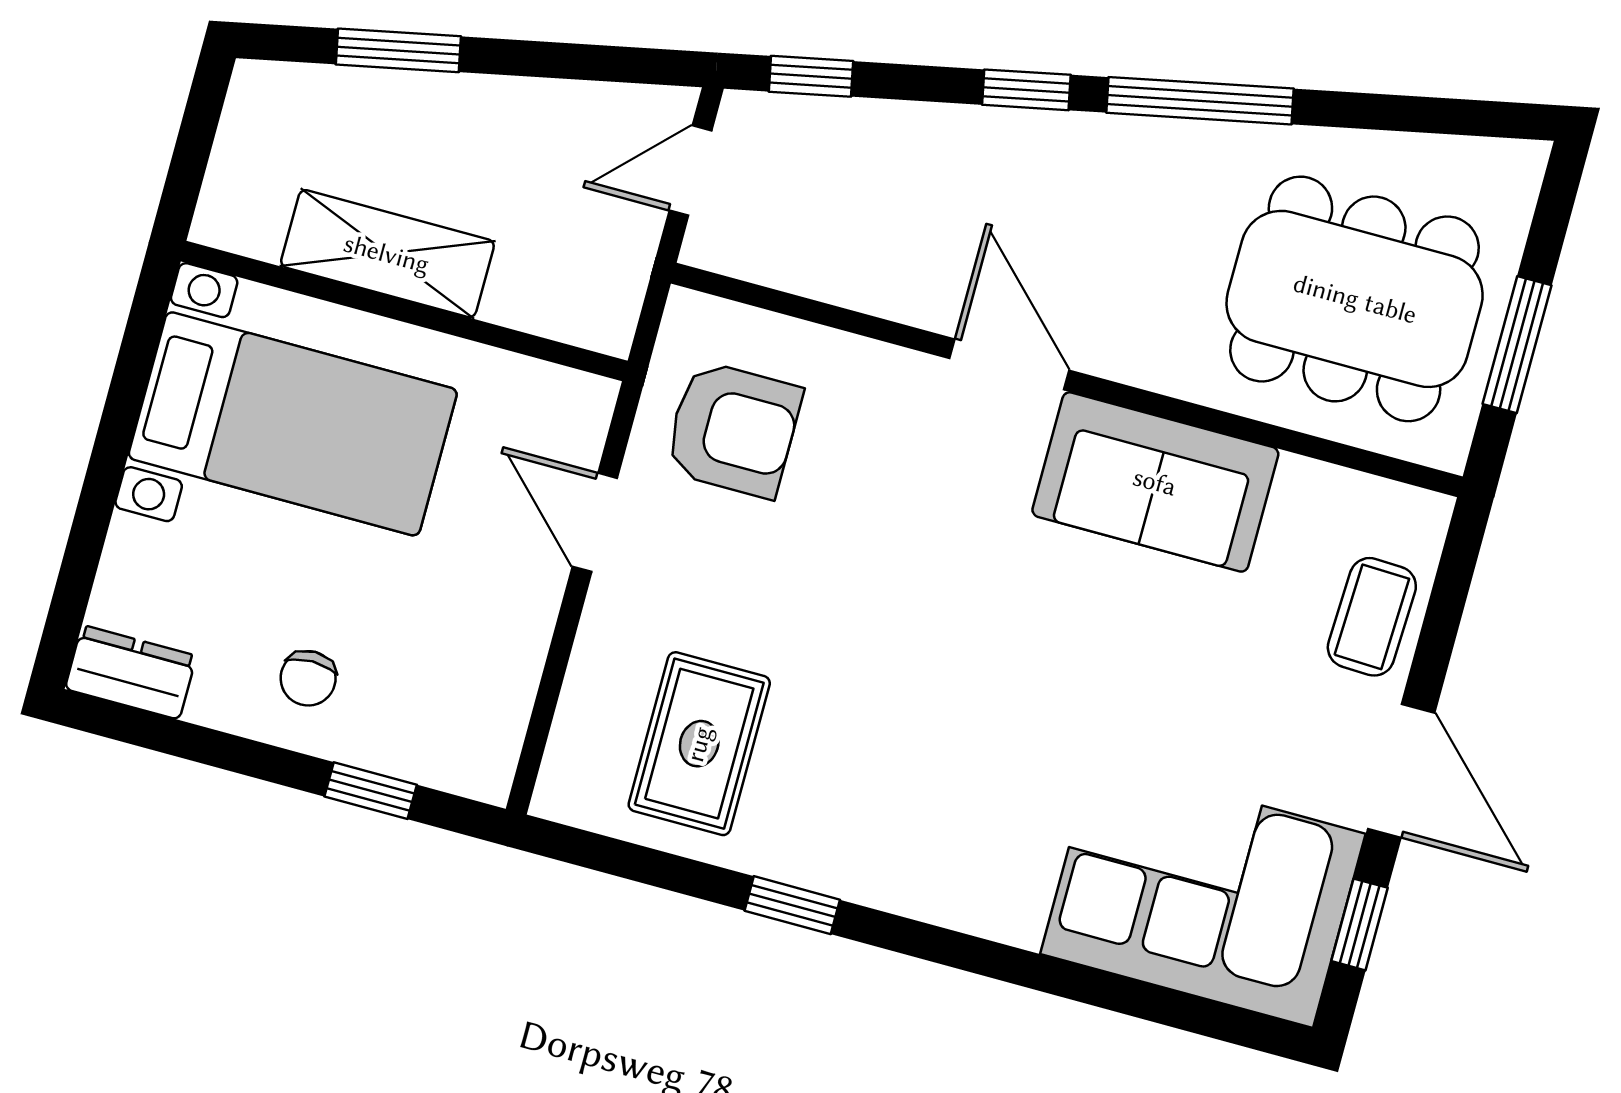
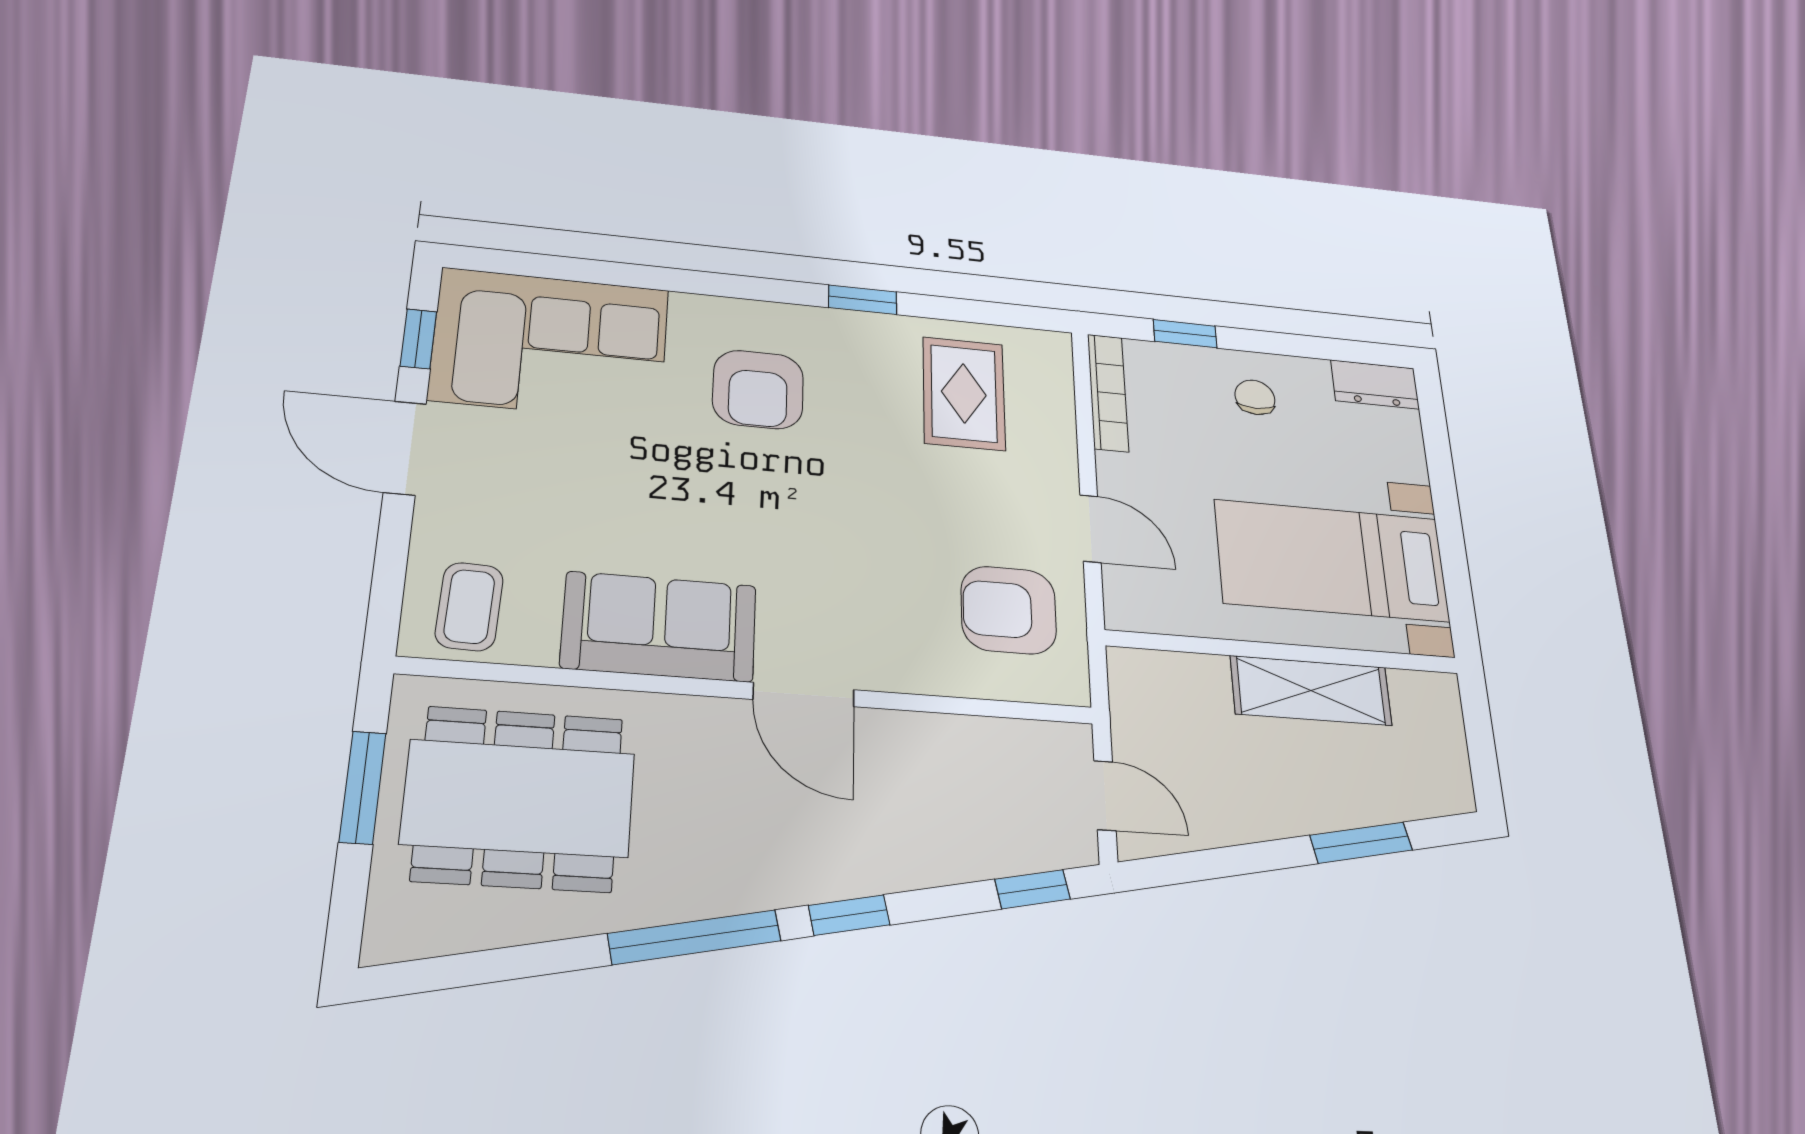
door: (690, 171) -> (1105, 796), hinge flipped
coffee table: (1372, 617) -> (469, 607), moved
bookcase: (507, 716) -> (1108, 393), added
armchair: (961, 789) -> (758, 389), added

